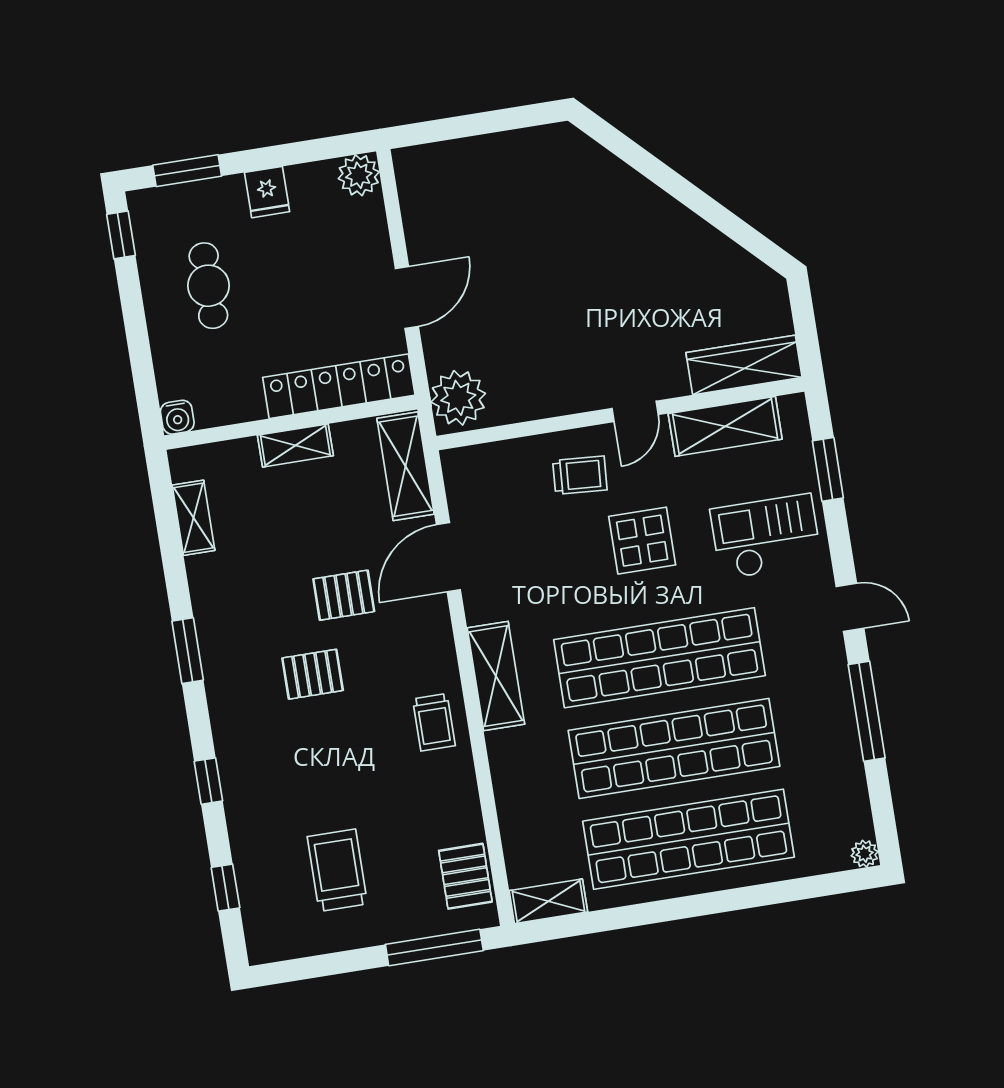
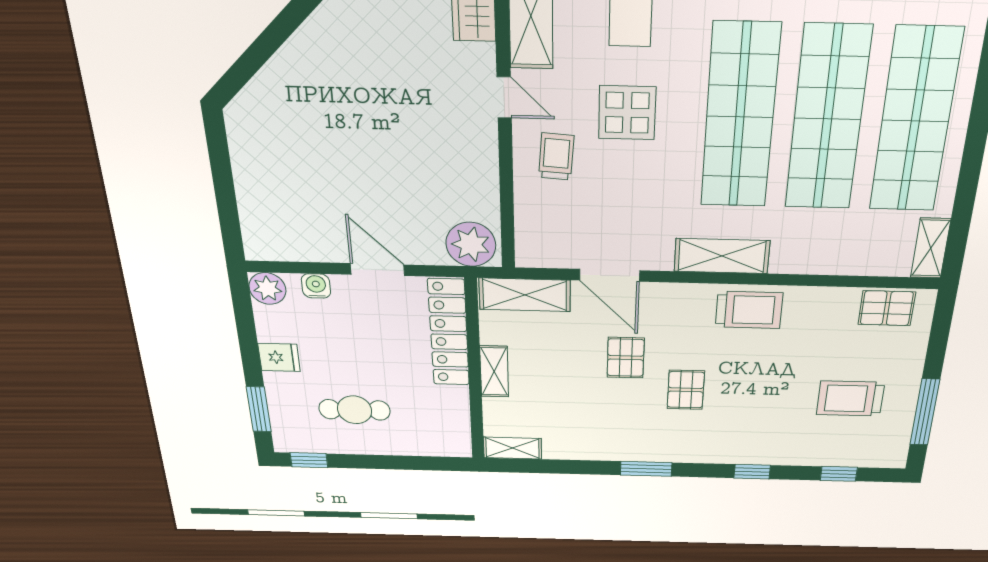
water cooler: (177, 417) -> (316, 286), moved, turned -90
shelving: (193, 518) -> (512, 448), moved
trolley: (434, 722) -> (749, 310), width x1.36, depth x1.39
window: (434, 948) -> (925, 412), moved

